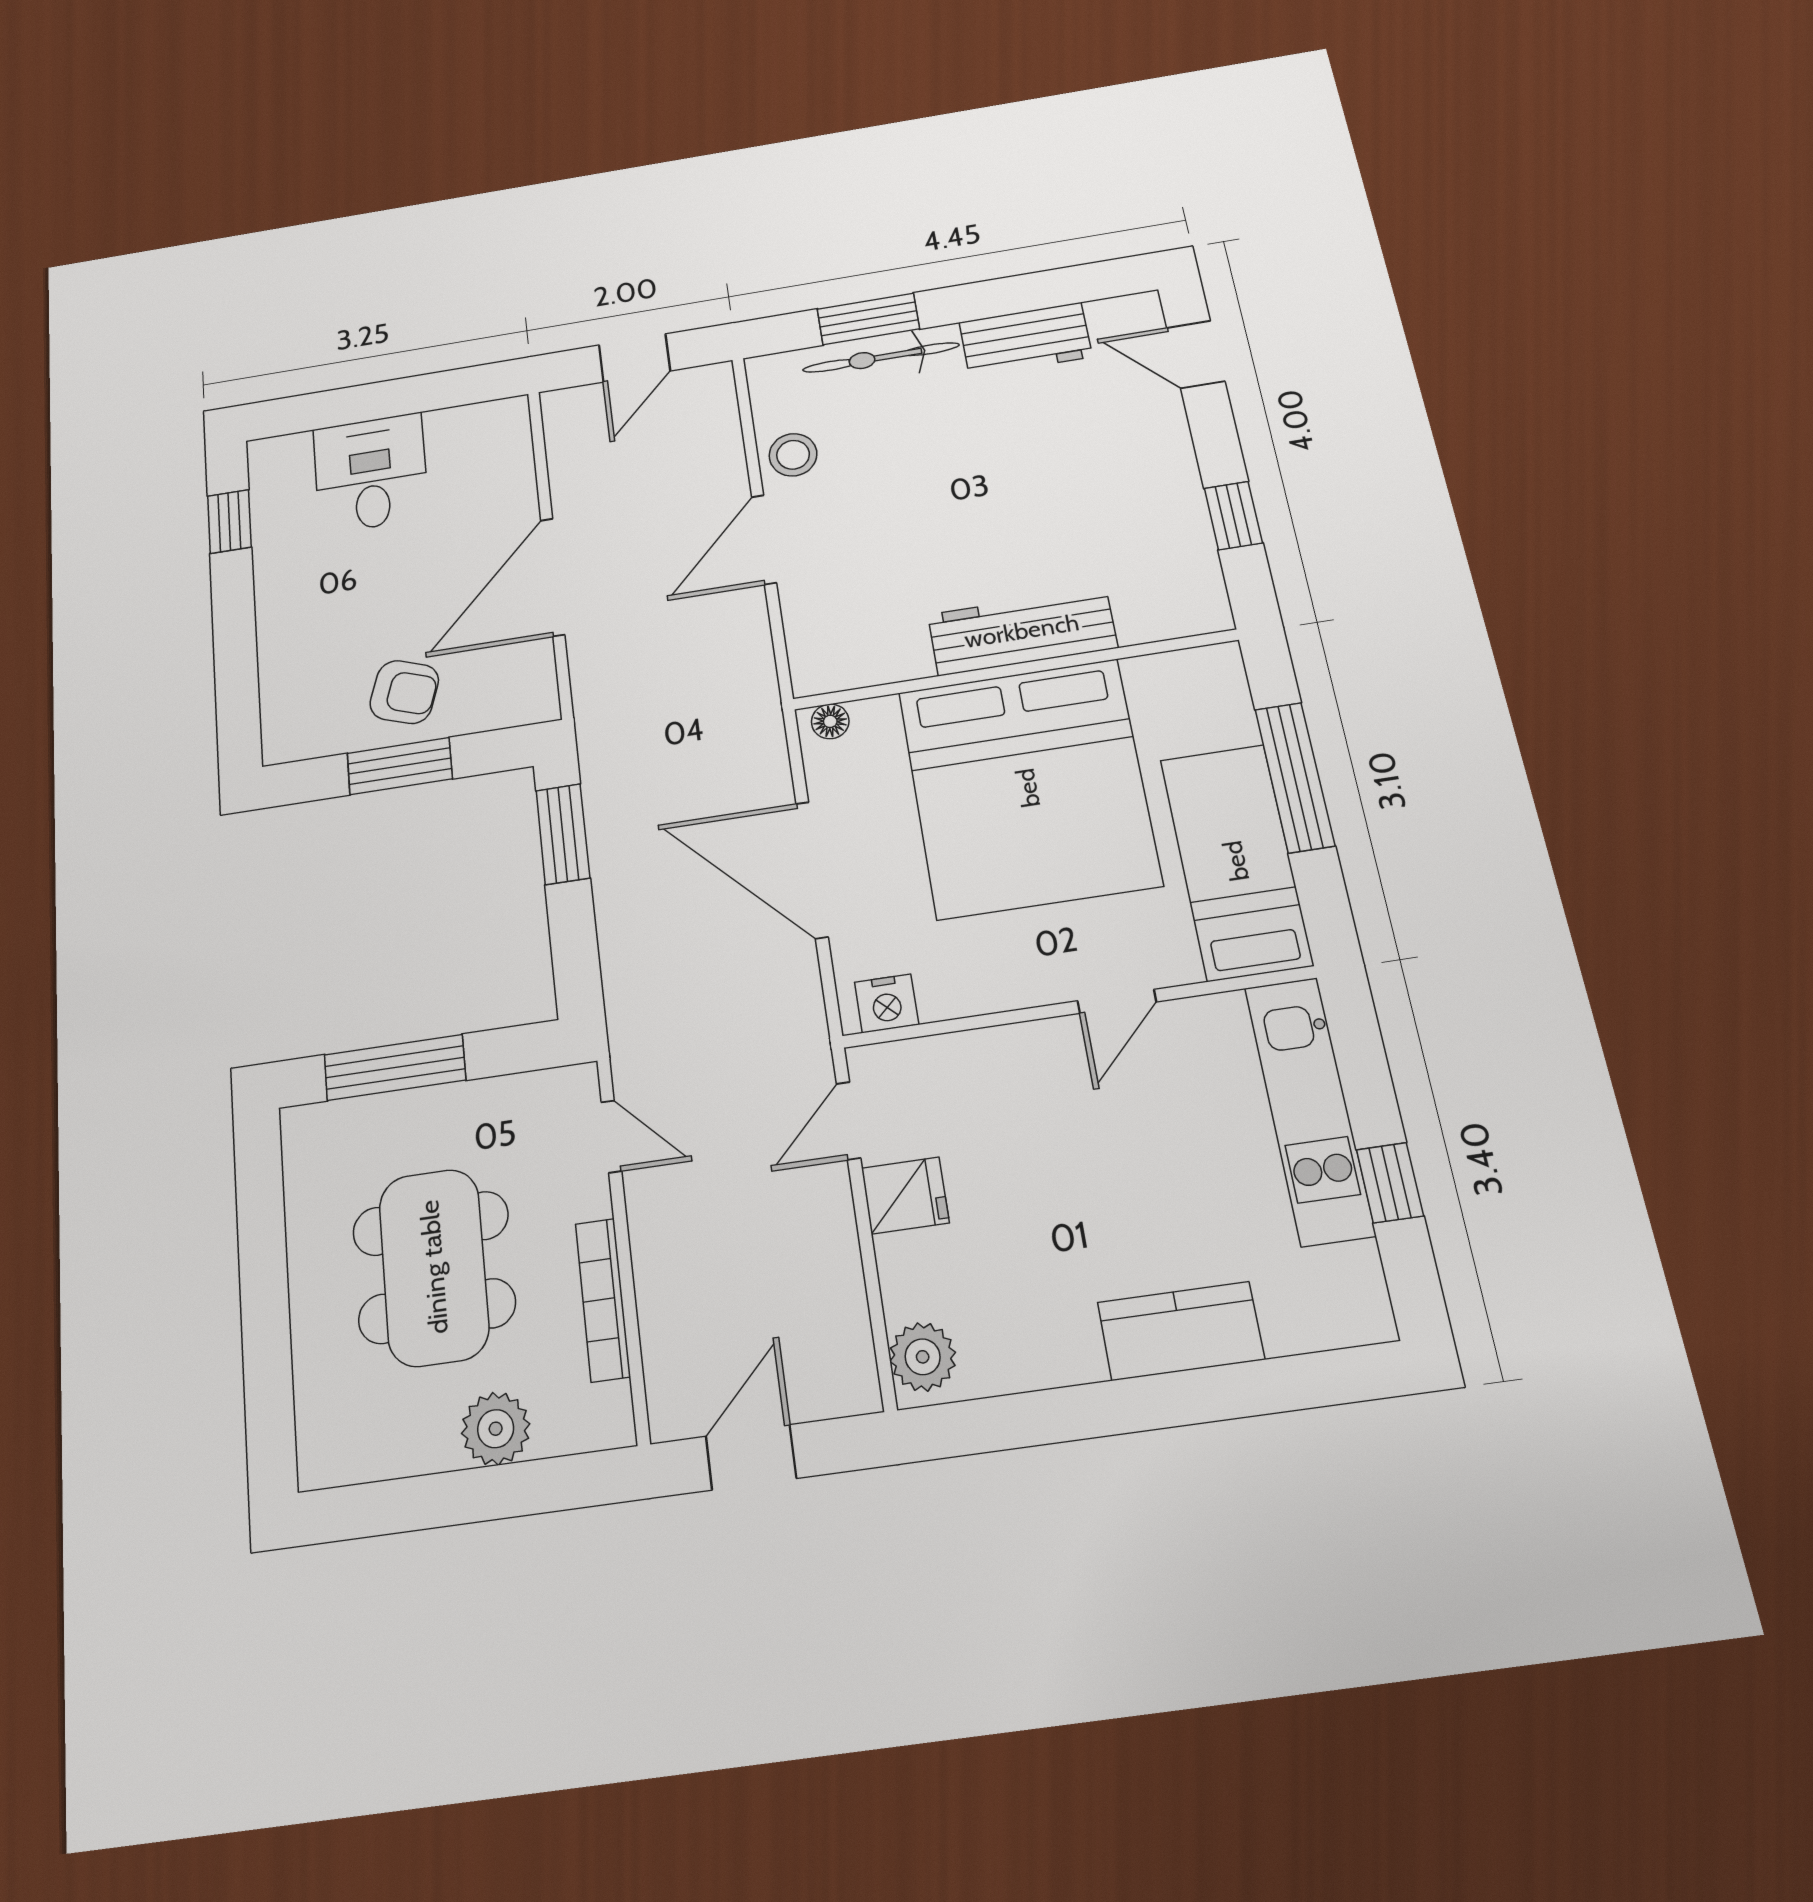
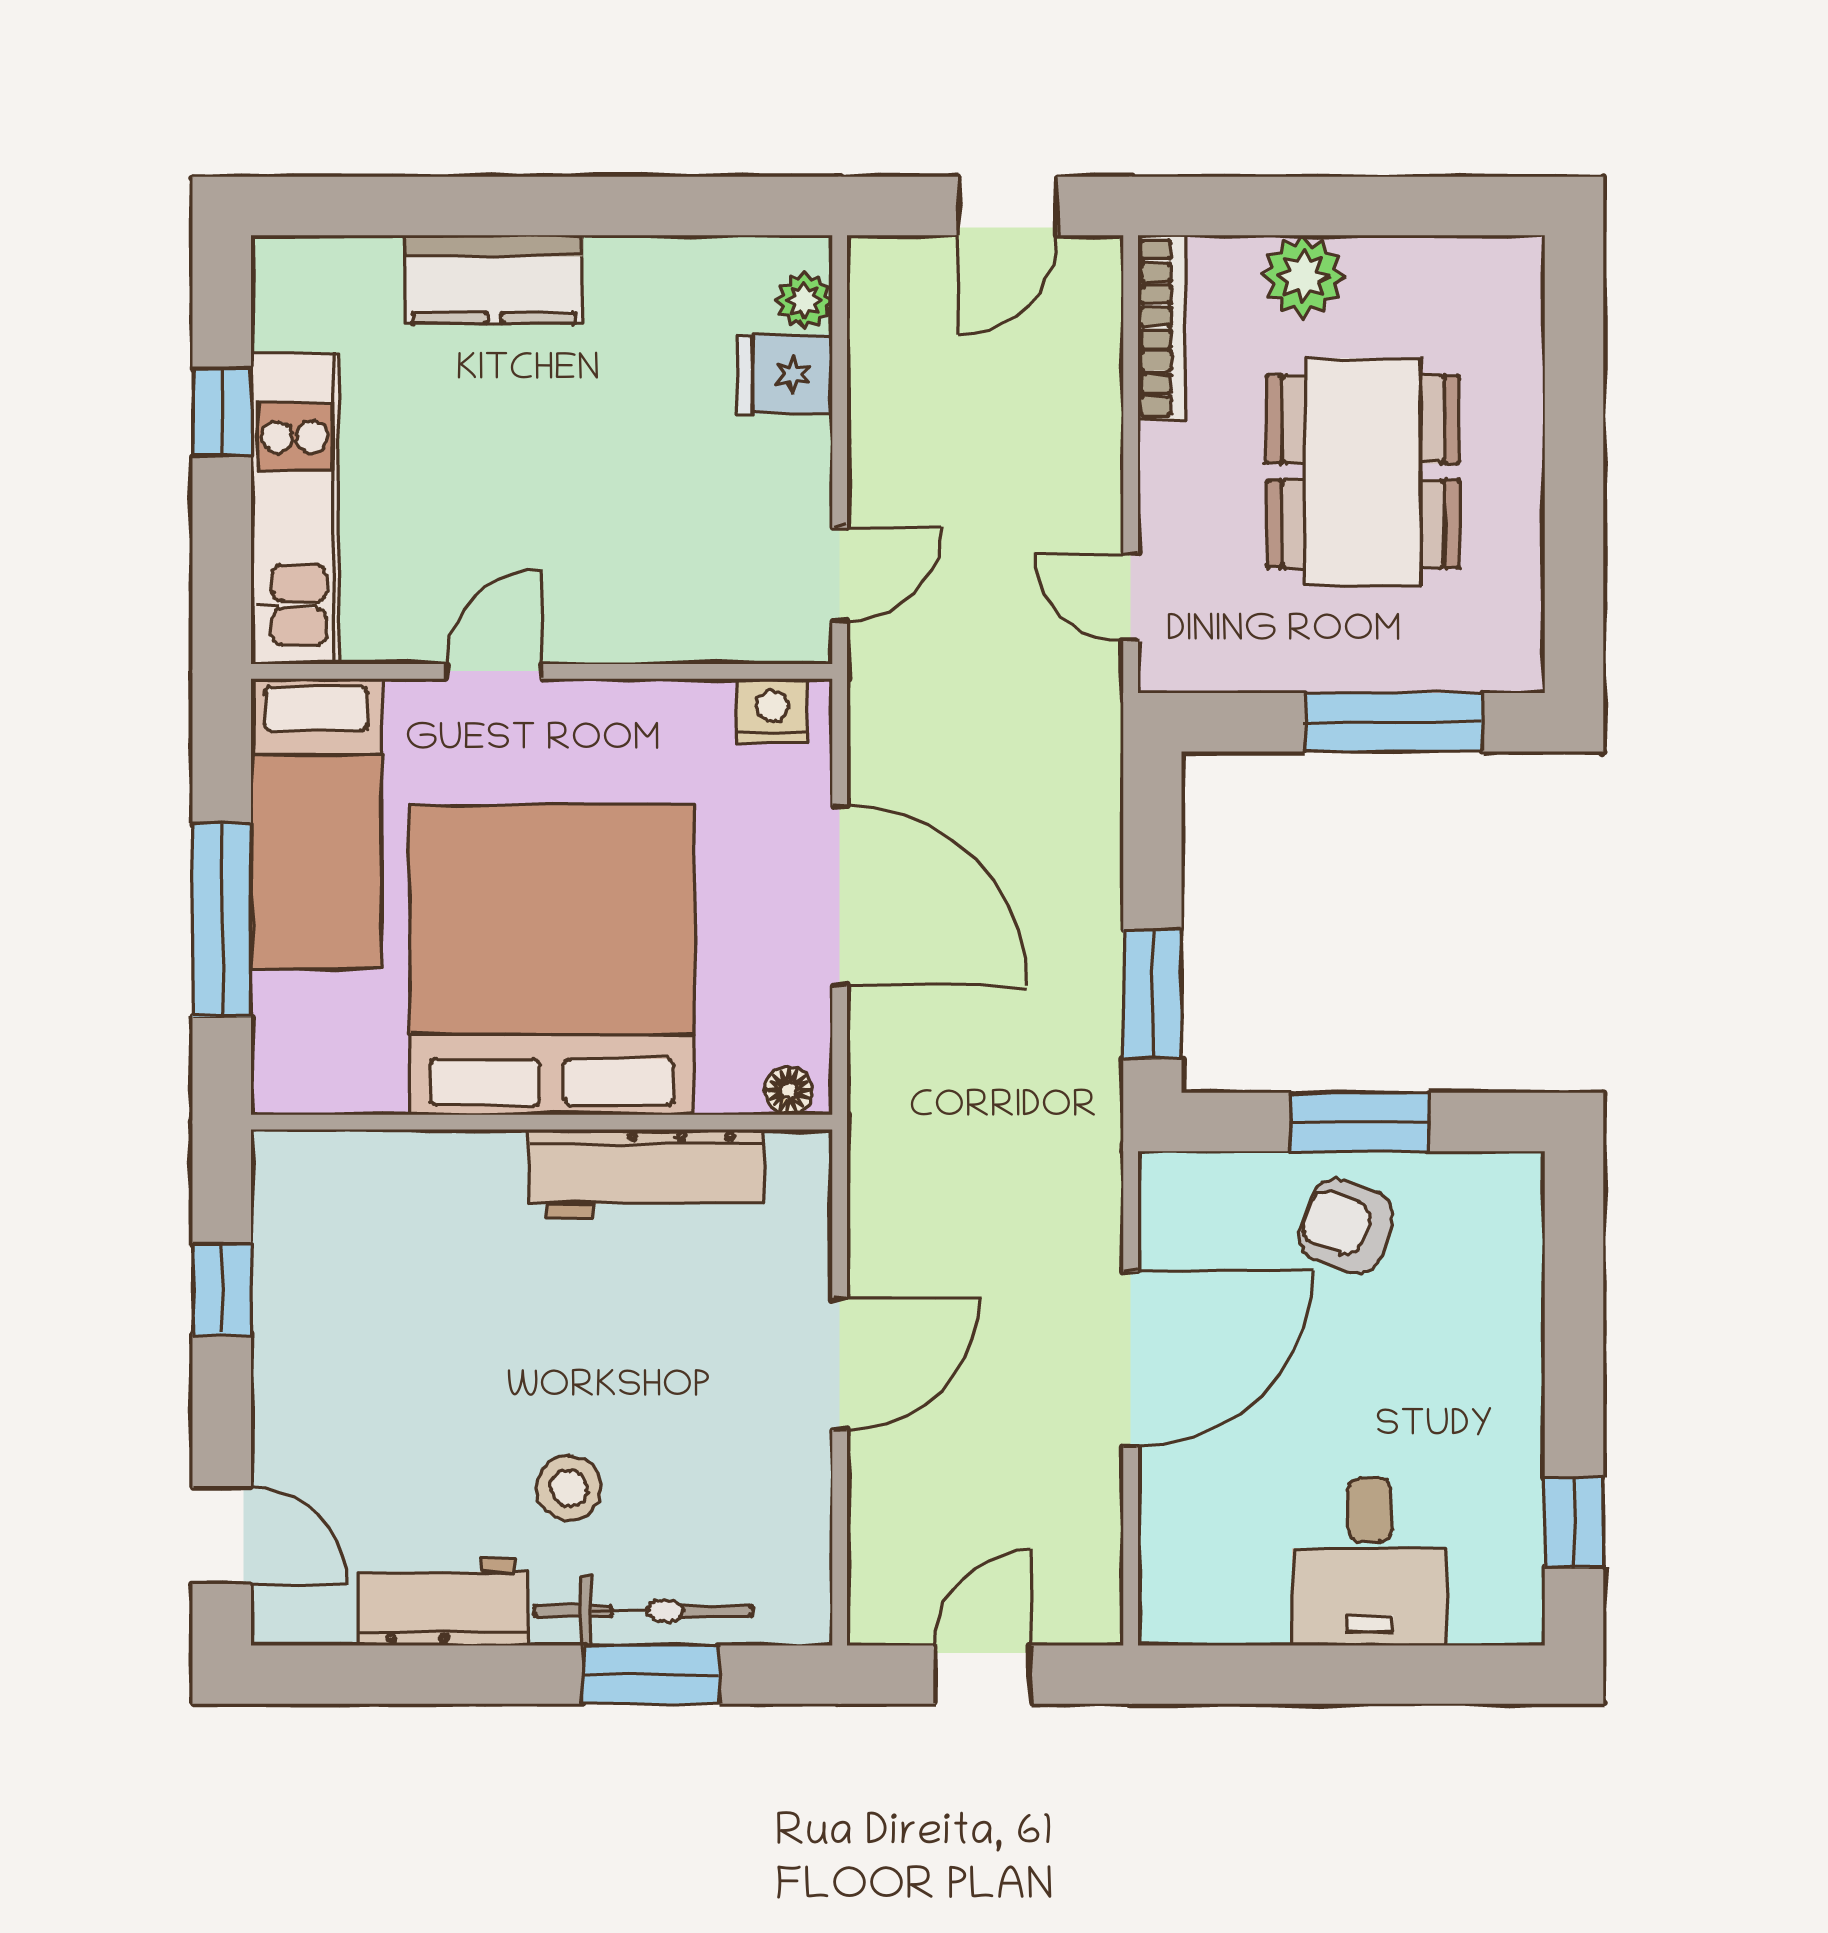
stool: (793, 455) -> (569, 1488), moved
workbench: (1022, 631) -> (646, 1174), moved
fridge: (905, 1195) -> (785, 374), moved
bookcase: (603, 1300) -> (1162, 328), moved
plant: (923, 1357) -> (804, 301), width x0.73, depth x0.73

